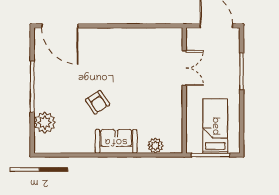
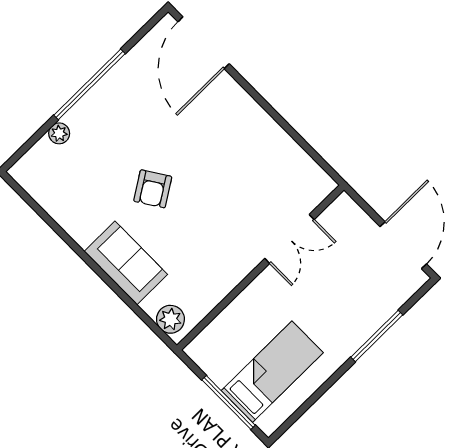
double door: (184, 68) -> (289, 239), moved
wall: (184, 90) -> (260, 268), moved
plant: (45, 123) -> (59, 133), width x0.53, depth x0.53

